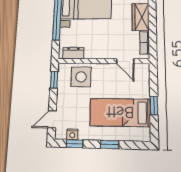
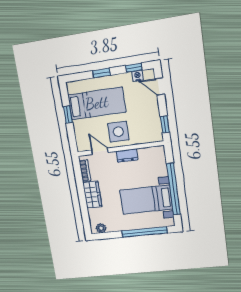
dresser: (73, 53) -> (127, 155), moved
side table: (81, 77) -> (118, 132), moved
door: (52, 119) -> (160, 87), swing flipped

